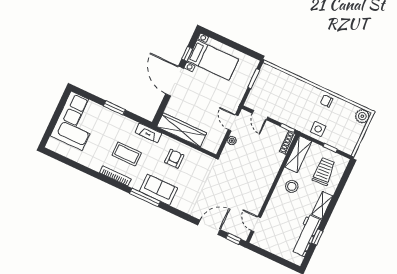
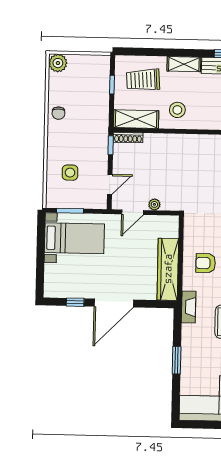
bed with nightstands: (213, 60) -> (74, 238), moved, turned 90
side table: (318, 129) -> (70, 173), moved

